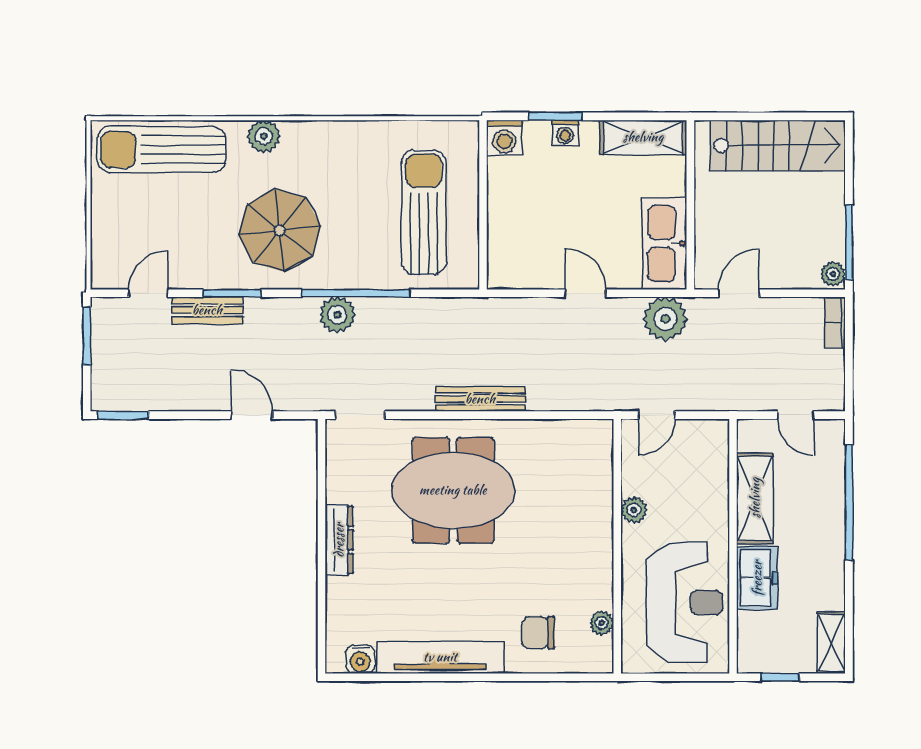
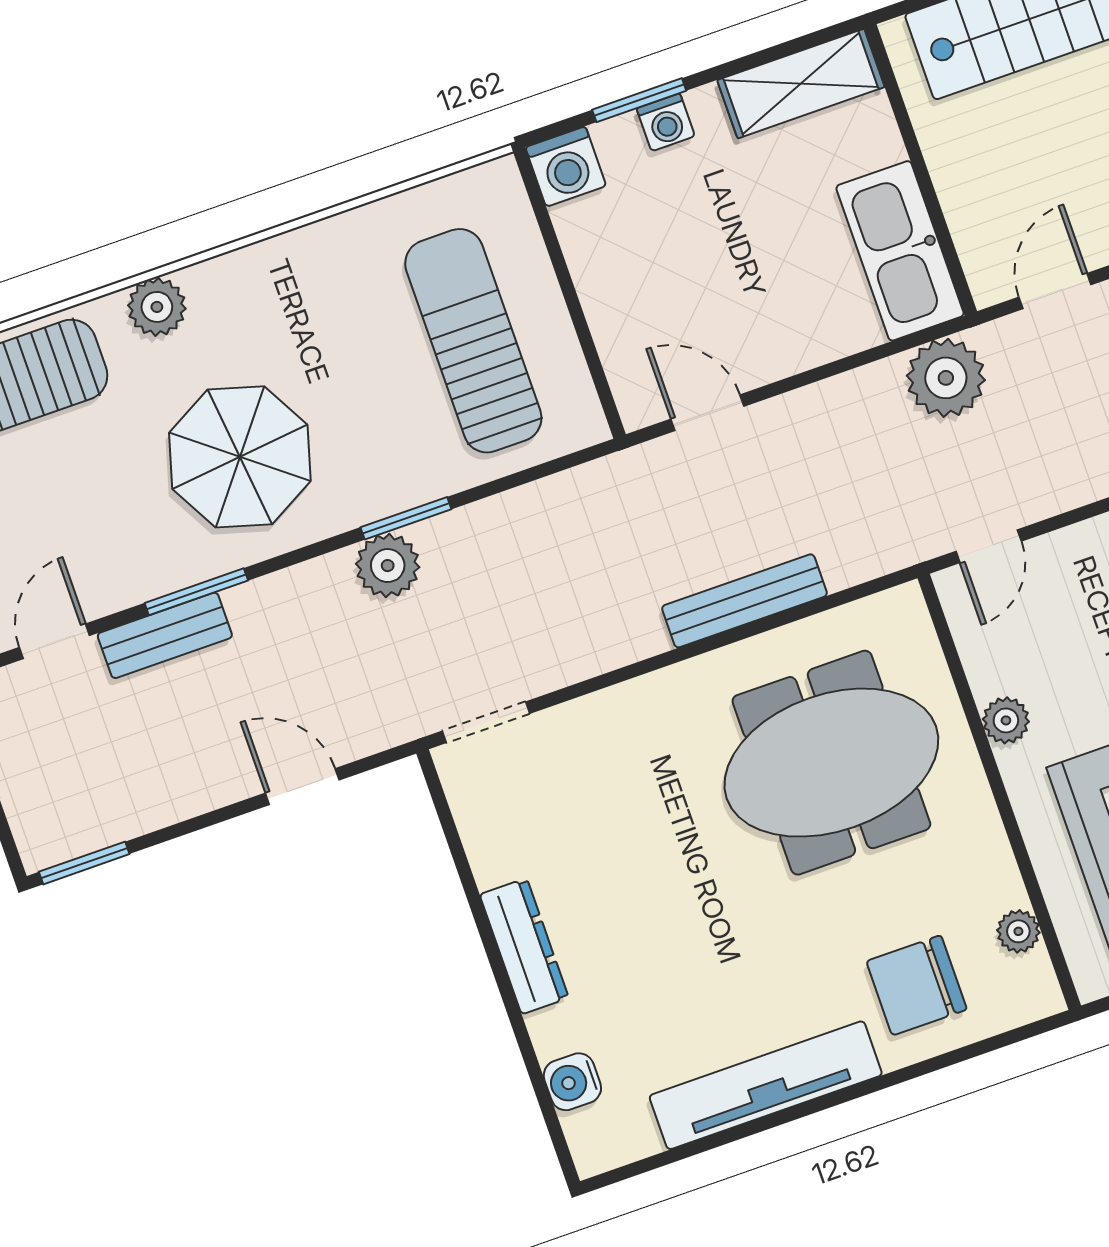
window: (356, 293) -> (406, 518), width x0.47
door: (585, 293) -> (707, 413), moved
bench: (480, 399) -> (744, 601), moved
meeting table: (453, 490) -> (831, 763), moved
chair: (538, 633) -> (917, 985), width x1.37, depth x1.37
water cooler: (360, 659) -> (572, 1082), moved, turned 90

